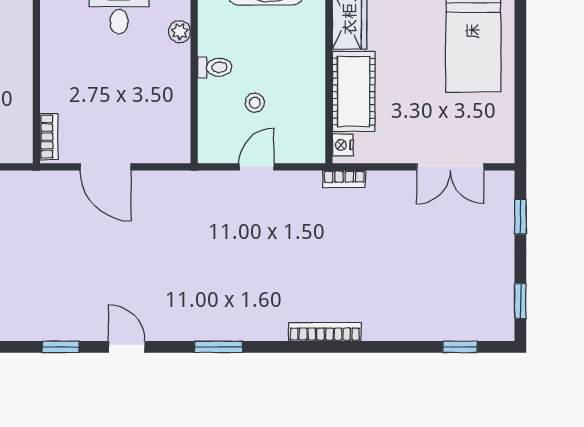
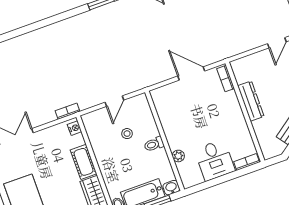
dresser: (19, 82) -> (251, 101), added
cot: (354, 91) -> (84, 162), width x0.73, depth x0.75
bookcase: (325, 332) -> (49, 30), removed

